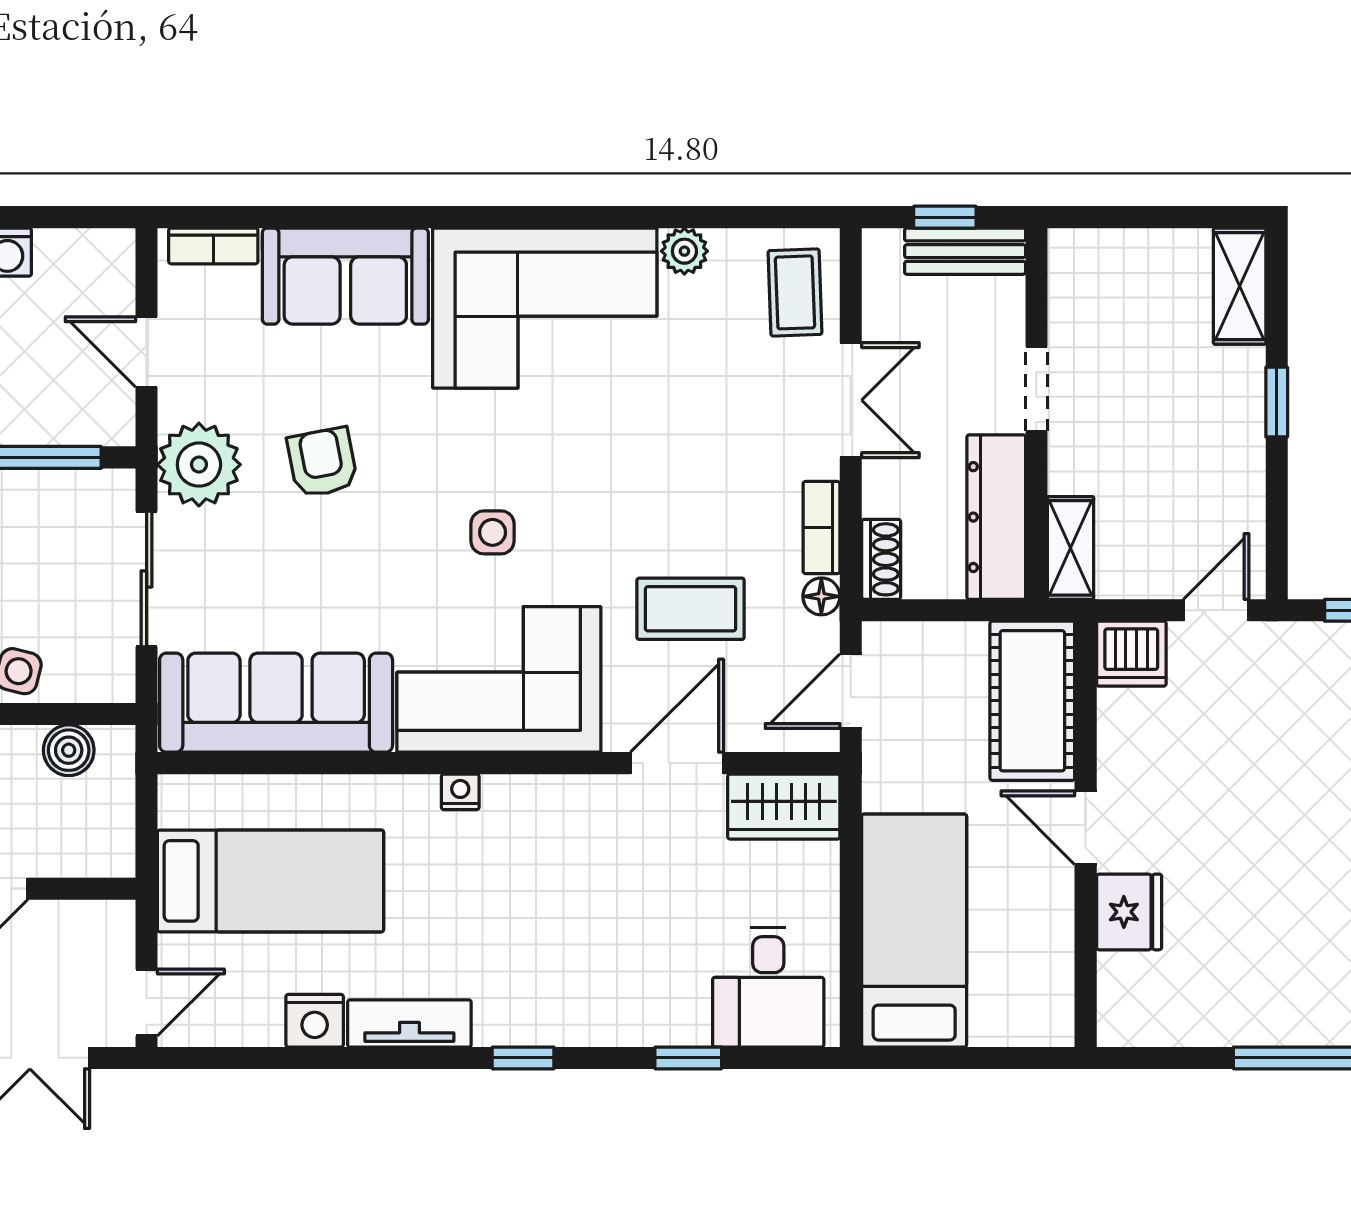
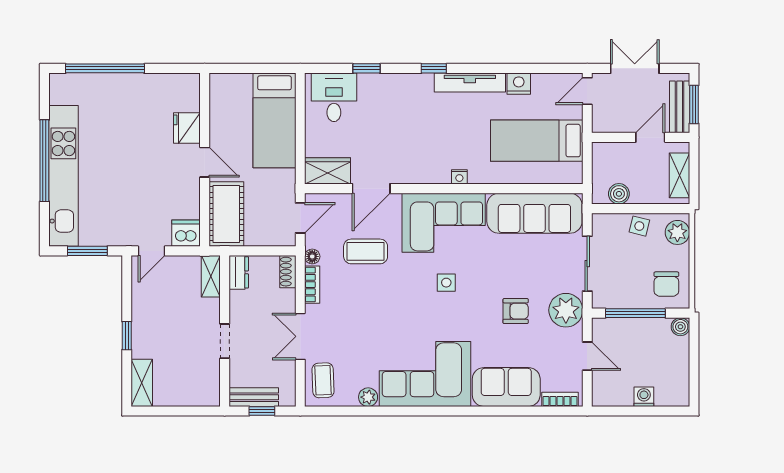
armchair: (322, 462) -> (516, 311), turned -79
dresser: (996, 517) -> (239, 272), width x0.51, depth x0.80
tv unit: (409, 1023) -> (470, 82), width x1.41

